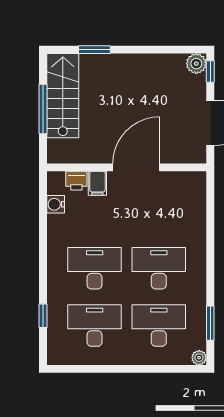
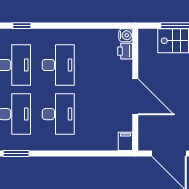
filing cabinet: (97, 183) -> (125, 141), moved, turned 90
water cooler: (56, 204) -> (126, 35), moved, turned 90

